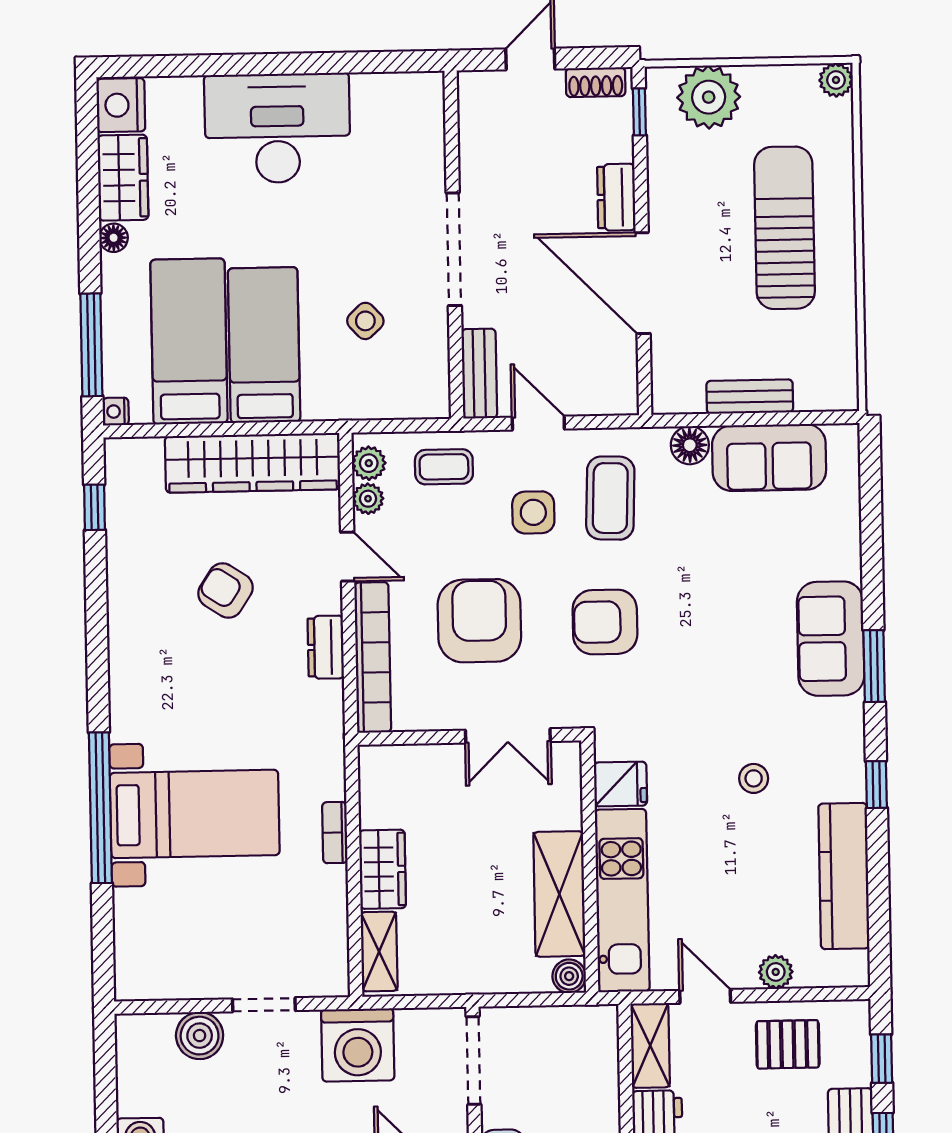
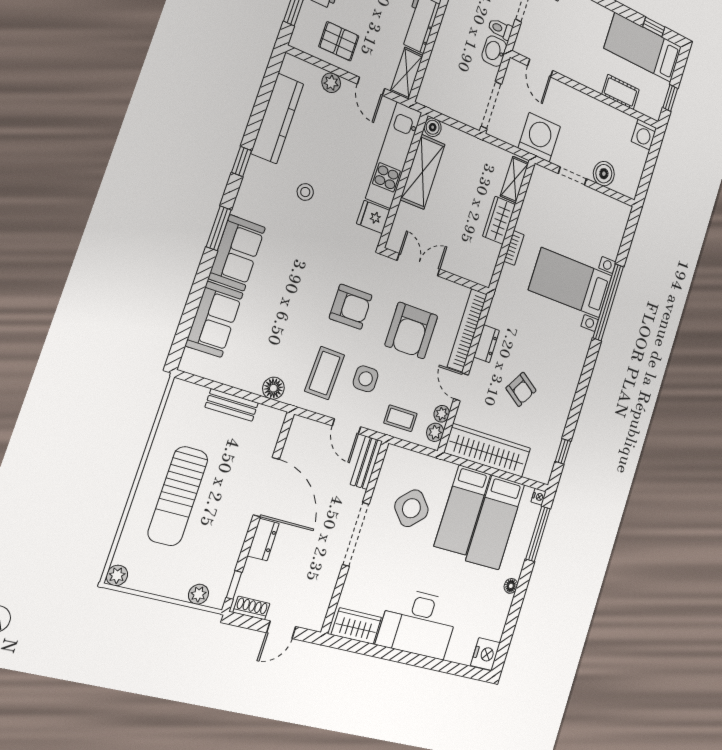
plant: (709, 97) -> (198, 594), width x0.53, depth x0.53
wardrobe: (123, 178) -> (356, 626), moved, turned 90
side table: (365, 321) -> (411, 508), width x1.87, depth x1.87
sofa: (769, 458) -> (214, 319), moved, turned 90

